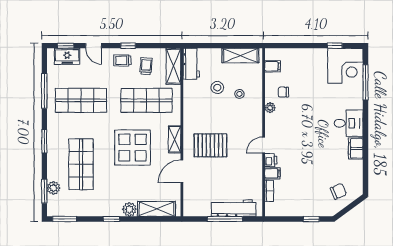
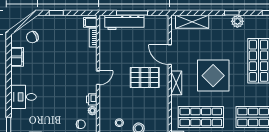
filing cabinet: (356, 148) -> (17, 57), moved
printer: (271, 160) -> (92, 99), moved
door: (182, 171) -> (170, 55), swing flipped
filing cabinet: (272, 173) -> (90, 22), moved
plant: (129, 209) -> (237, 21), moved

